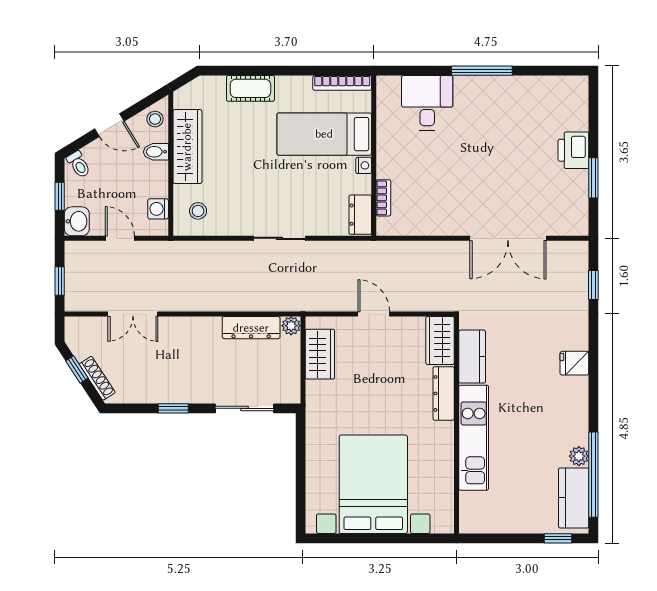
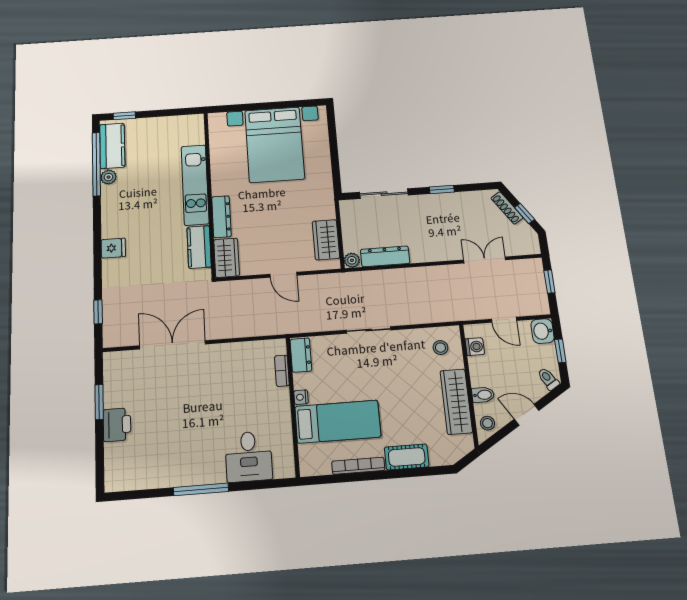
bookcase: (342, 83) -> (358, 466), moved

